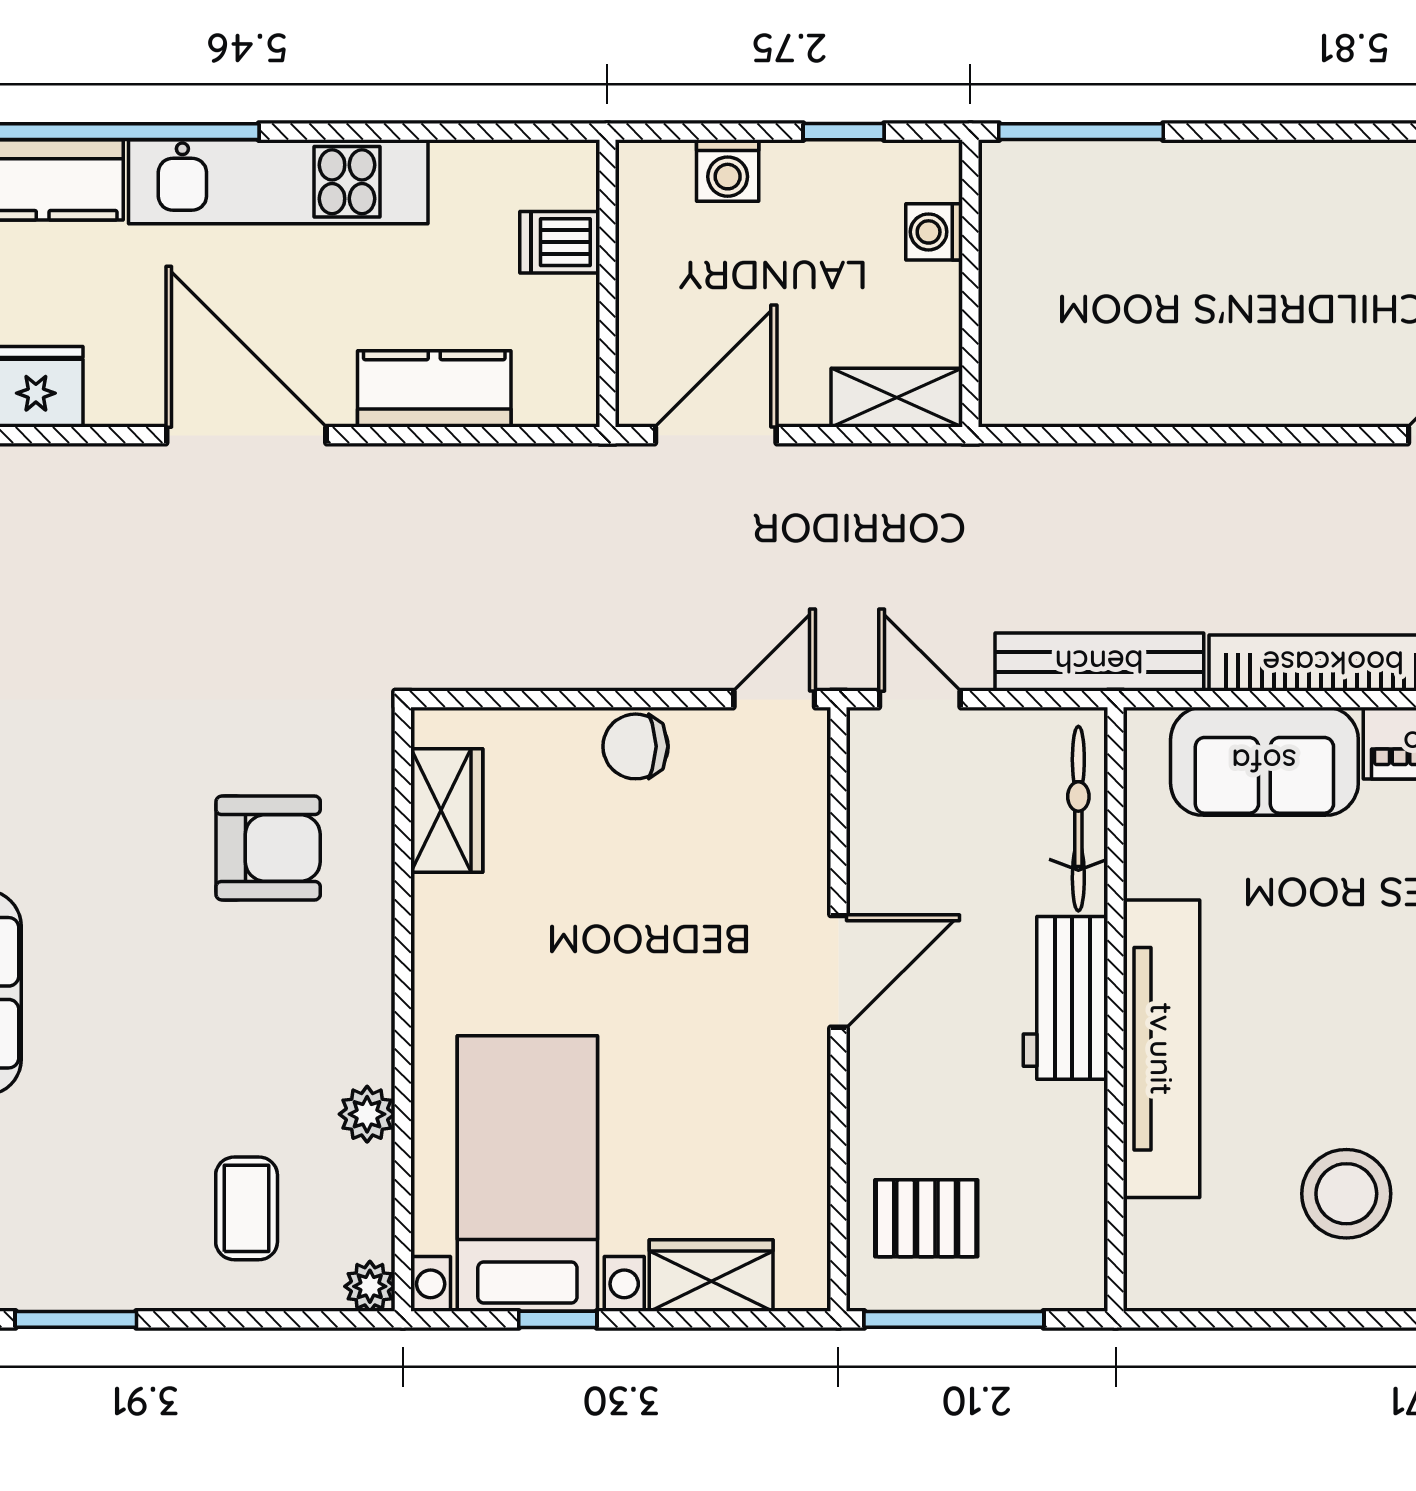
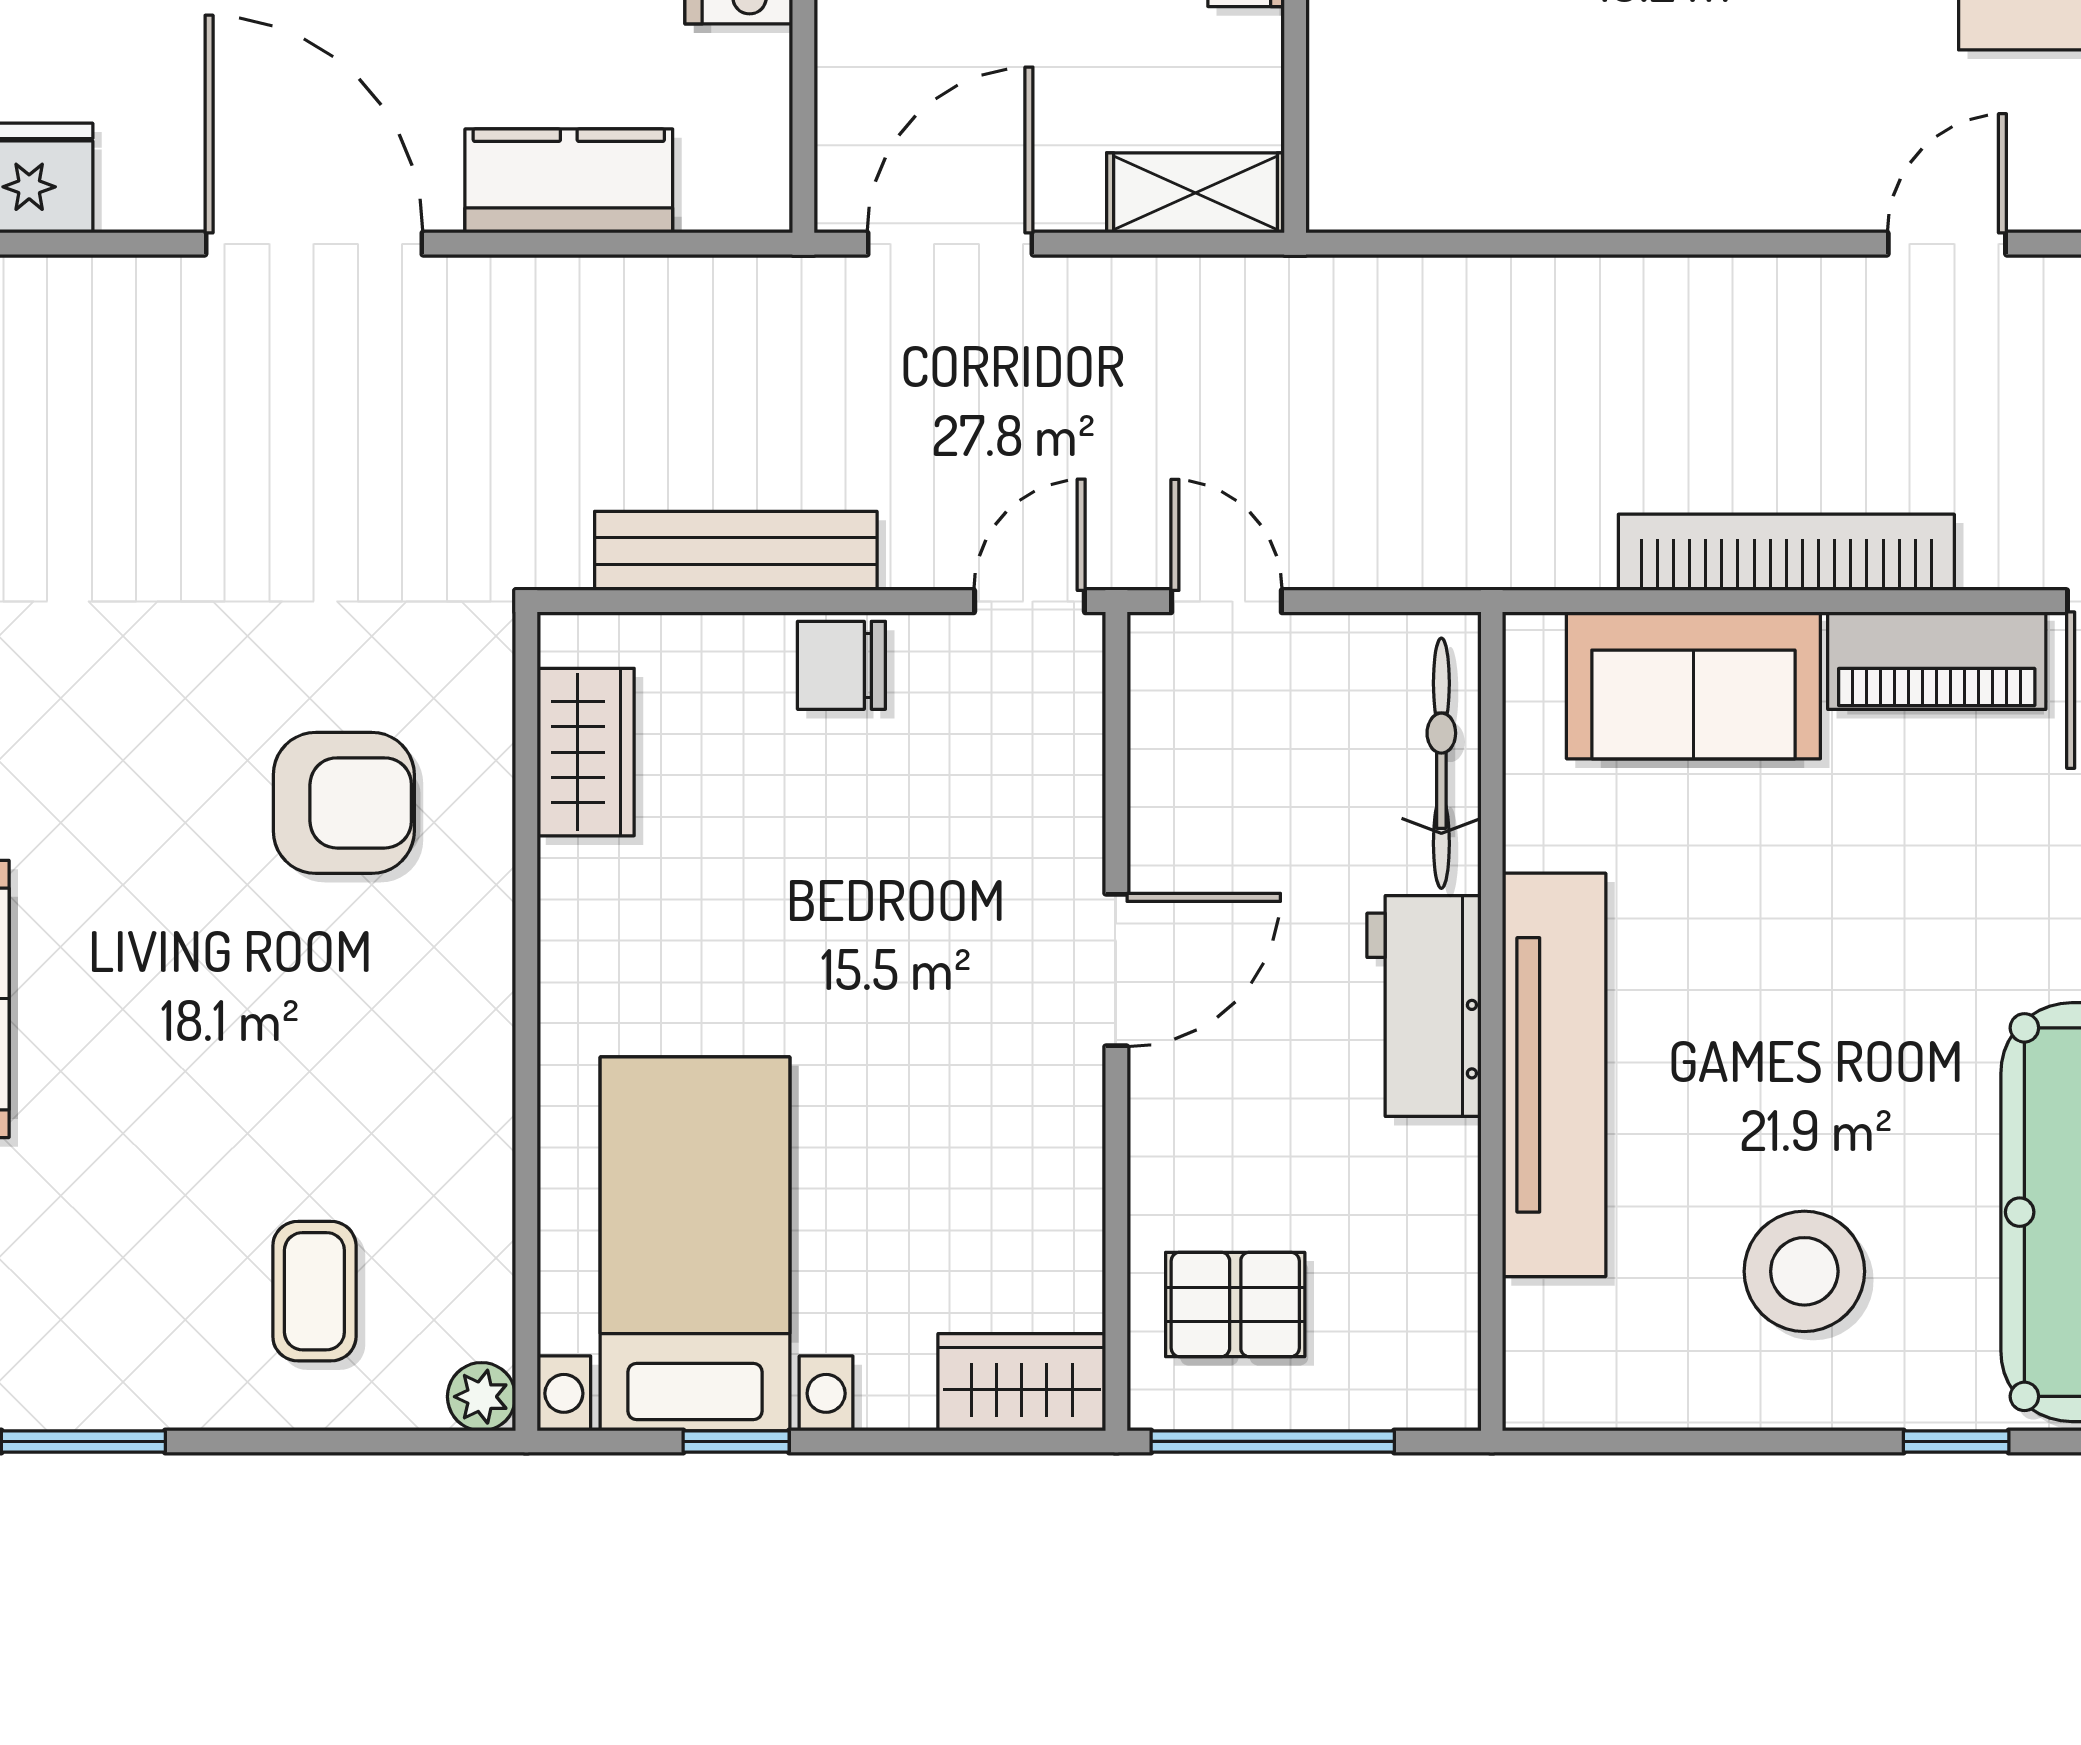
bench: (1099, 662) -> (736, 551), moved
plant: (367, 1114) -> (478, 1164), removed
wardrobe: (711, 1276) -> (1022, 1382), moved

